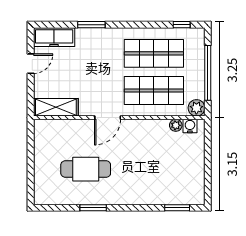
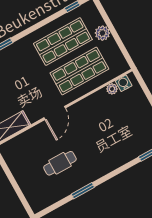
window: (208, 73) -> (114, 33), removed
plant: (196, 108) -> (102, 33), moved
cafe table: (86, 169) -> (60, 163), width x0.73, depth x0.74

